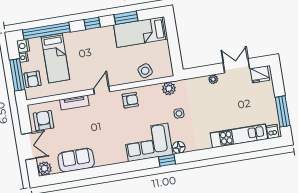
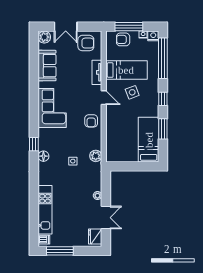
bed: (55, 58) -> (126, 70), moved, turned 180
side table: (145, 71) -> (132, 92), moved
corner sofa: (148, 142) -> (52, 108), moved

